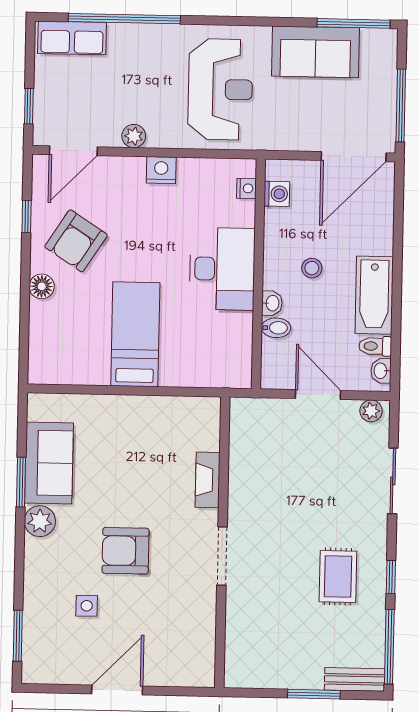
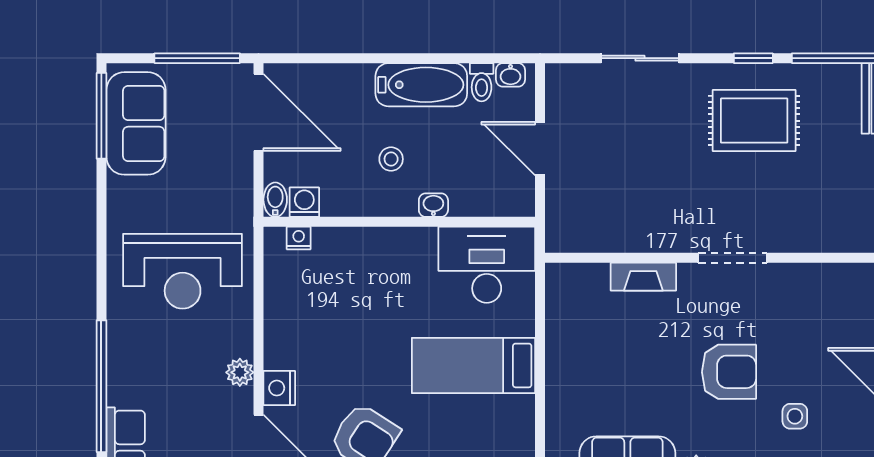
sofa: (315, 52) -> (136, 123), moved
reception desk: (220, 89) -> (183, 271), turned 180
nightstand: (161, 170) -> (279, 388), moved
desk: (222, 269) -> (487, 265), moved
bidet: (276, 328) -> (275, 200), moved
door: (318, 395) -> (540, 149), hinge flipped
plant: (371, 411) -> (558, 86), removed
armchair: (125, 551) -> (729, 372), turned -90
rug: (338, 577) -> (754, 121), width x1.36, depth x1.43

